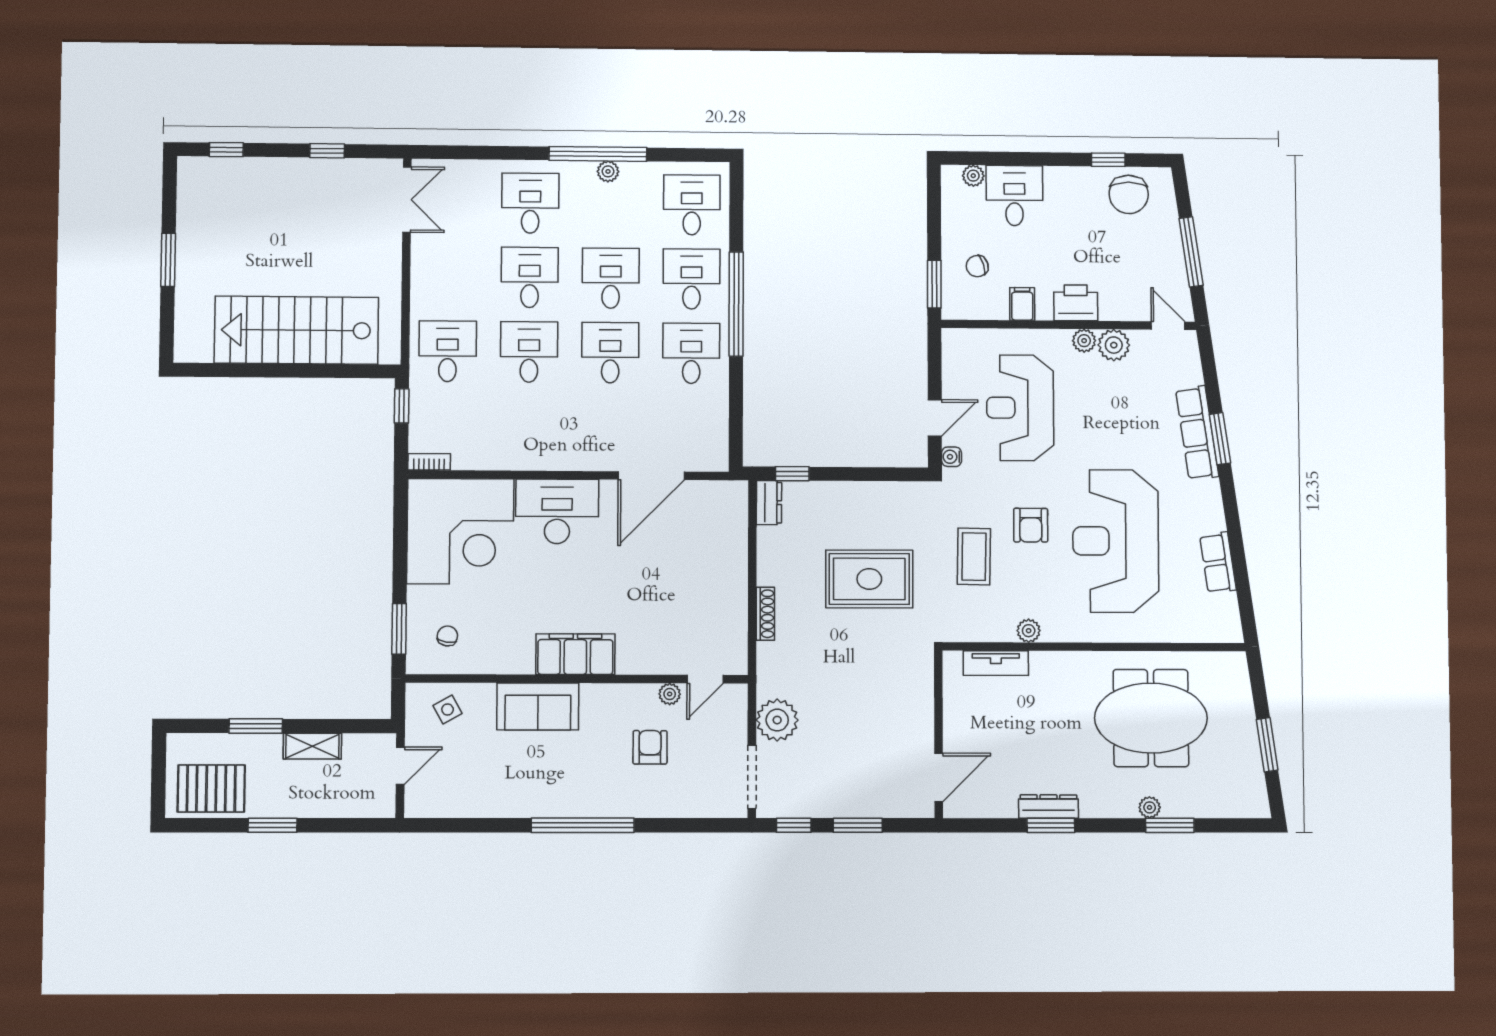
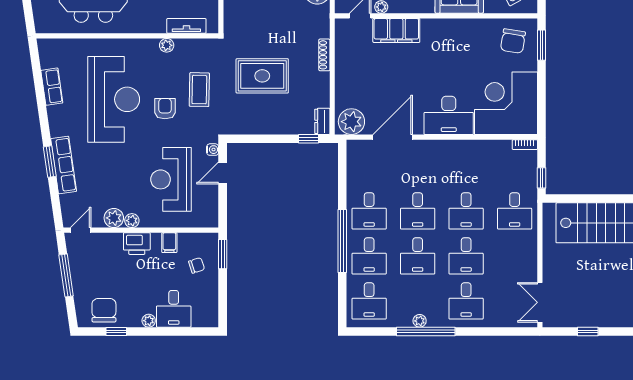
plant: (973, 176) -> (149, 321), moved
door: (1168, 326) -> (81, 230), swing flipped
reception desk: (1020, 408) -> (171, 179), turned 180
plant: (720, 502) -> (351, 122), added
chair: (447, 636) -> (513, 41), width x1.87, depth x1.87
filing cabinet: (575, 654) -> (396, 30), moved

